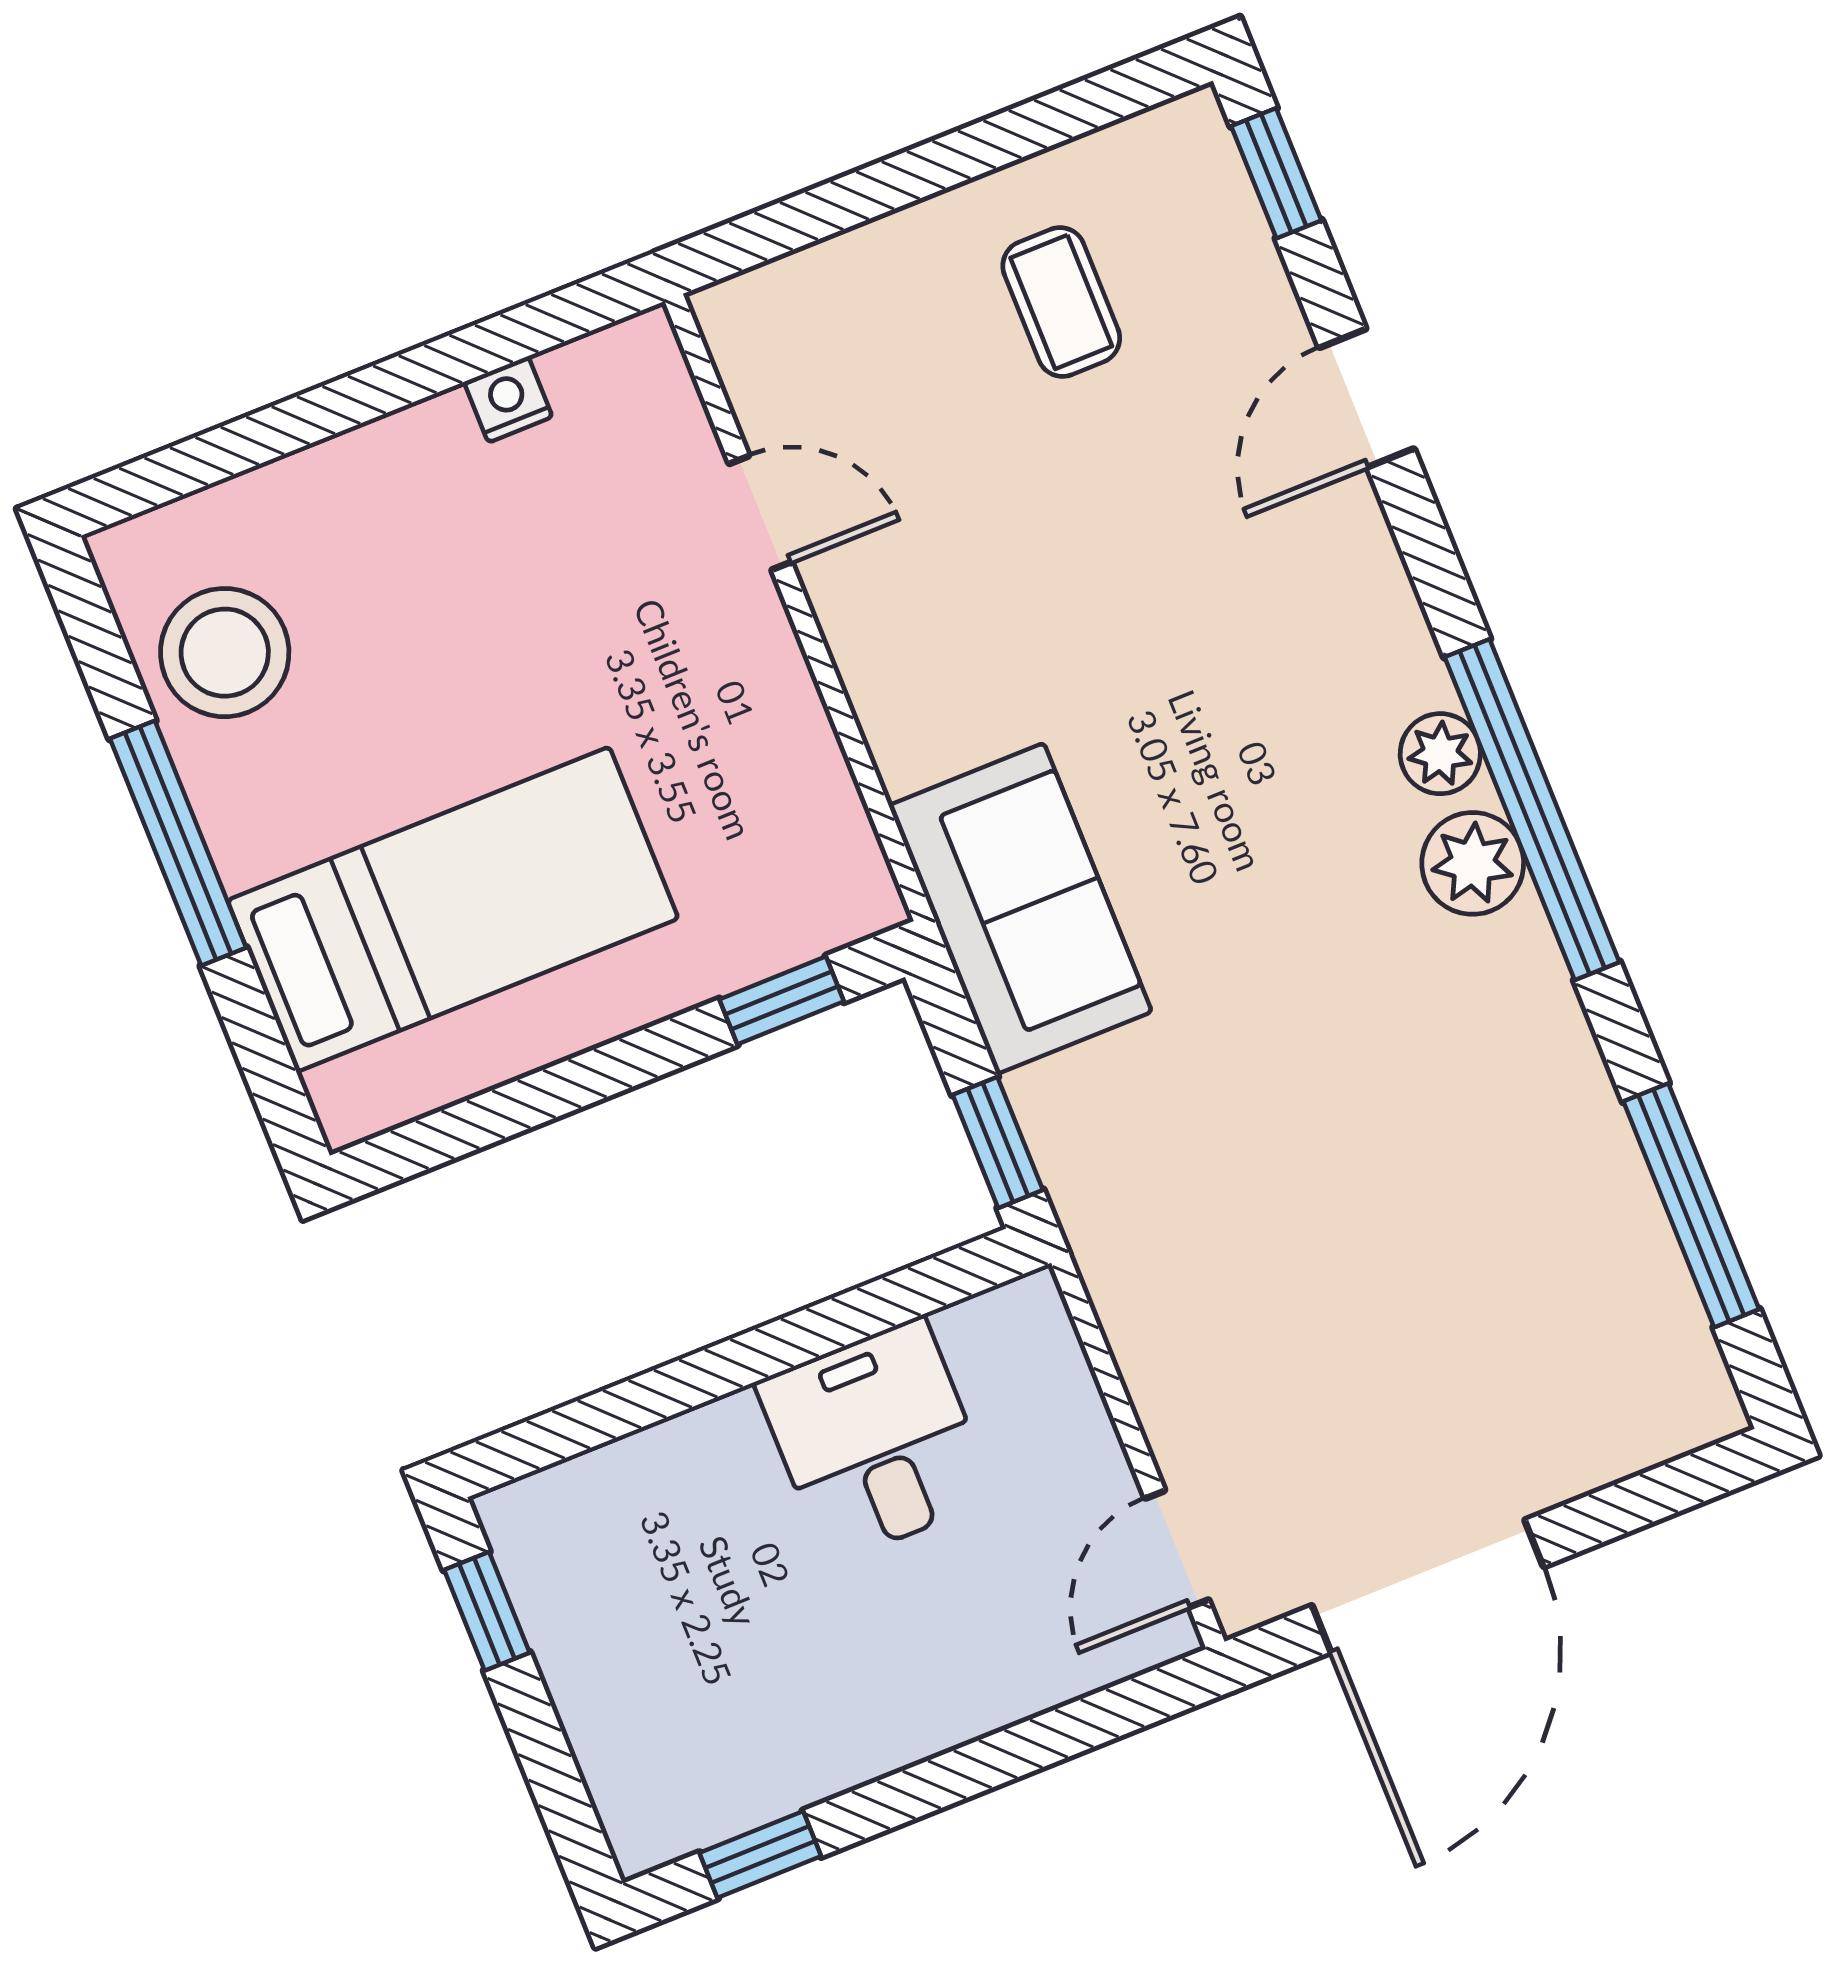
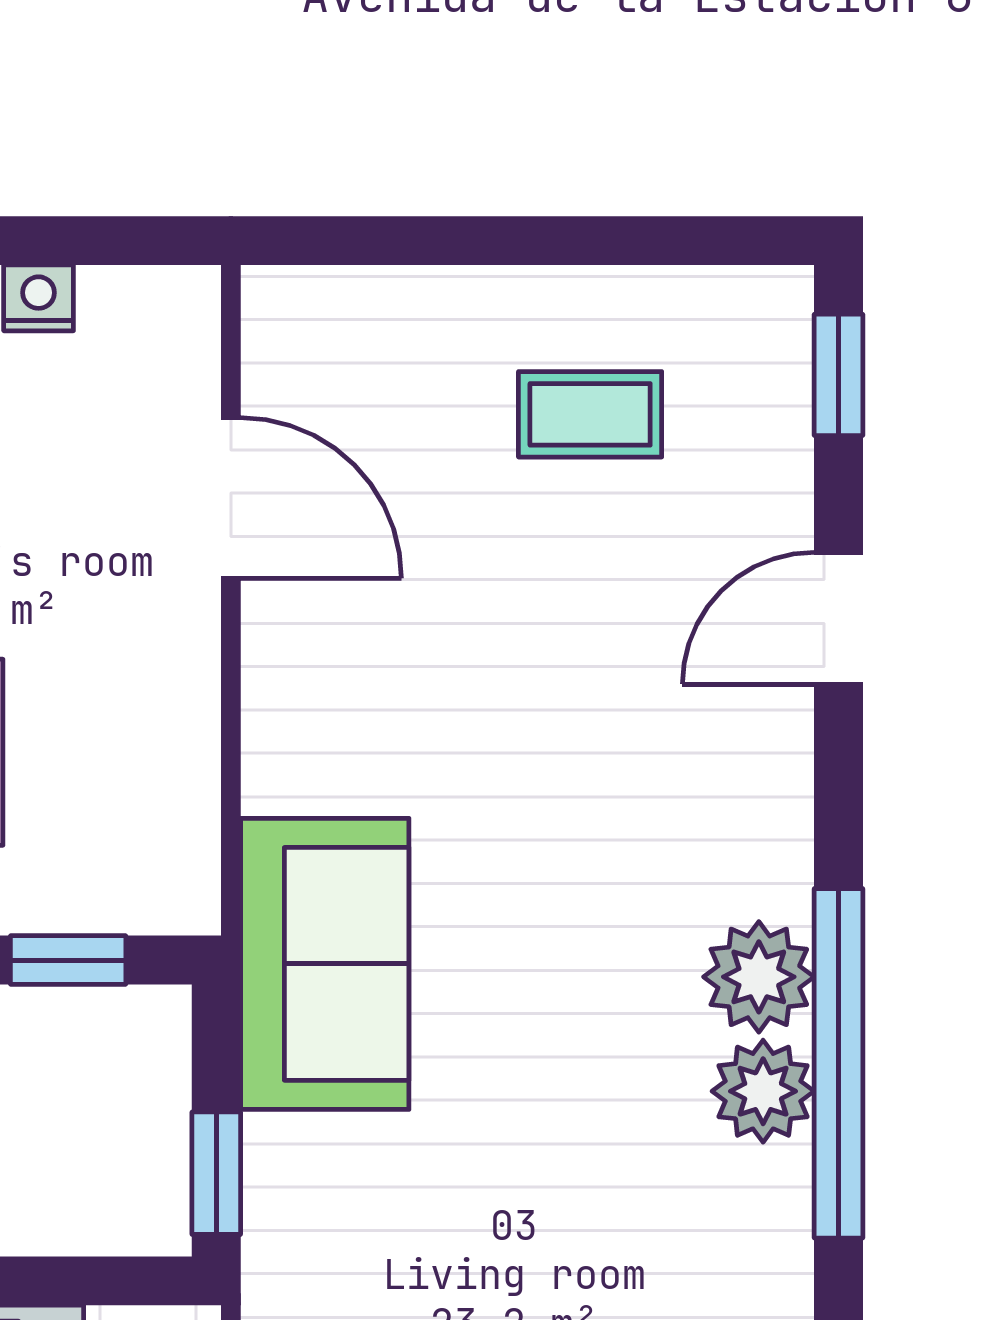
coffee table: (1061, 302) -> (590, 414), turned 90
door: (760, 513) -> (231, 498), width x1.38
plant: (1440, 754) -> (759, 977), width x1.38, depth x1.38

